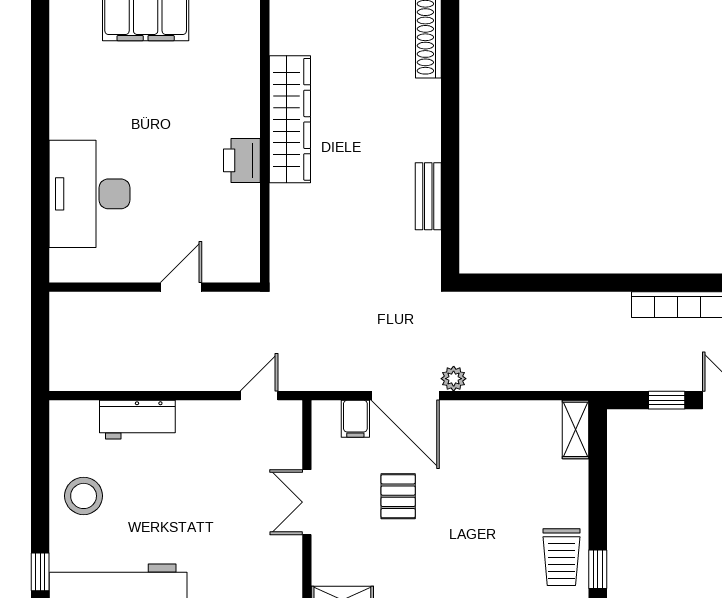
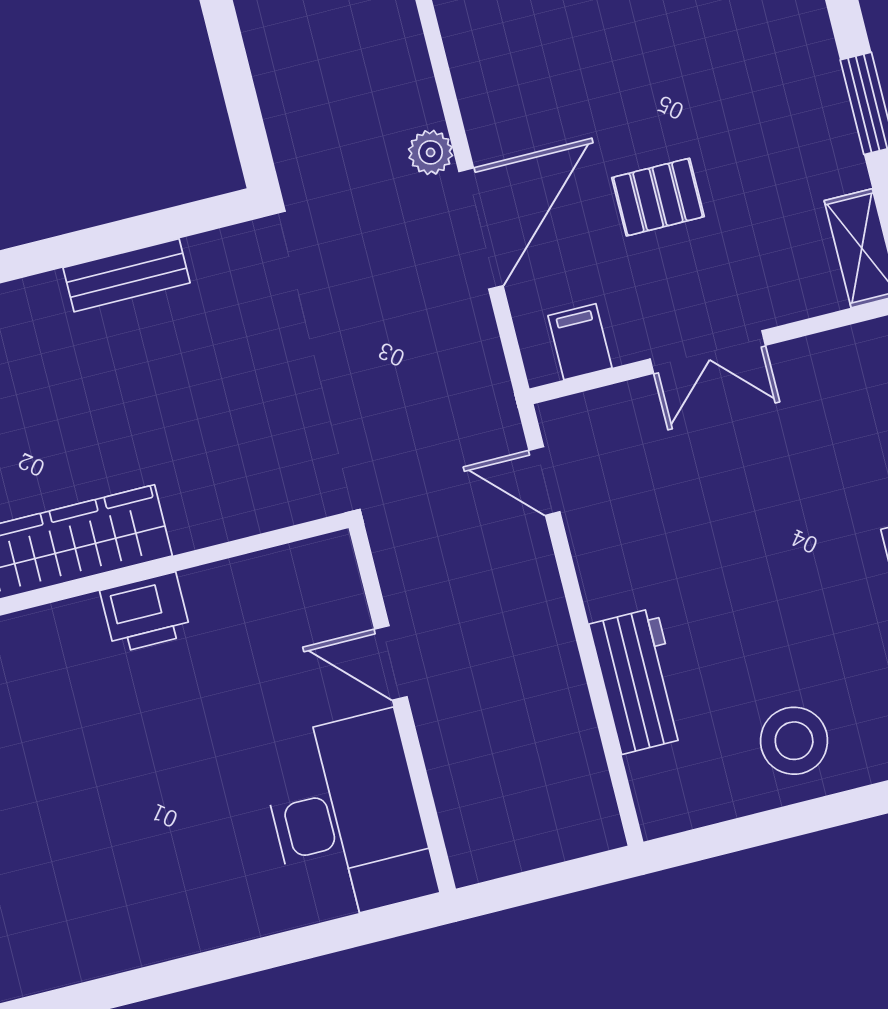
desk: (90, 194) -> (347, 817), moved, turned -90
filing cabinet: (355, 419) -> (580, 342), moved, turned -90

